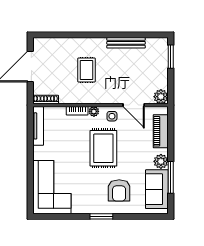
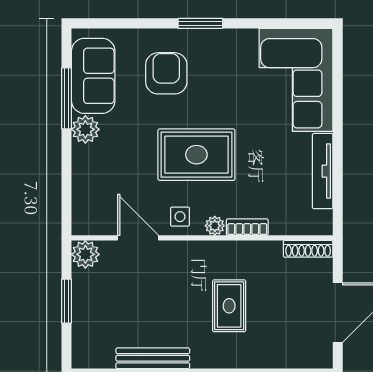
window: (171, 57) -> (67, 301), moved
tv unit: (38, 126) -> (323, 171), moved
piano: (161, 131) -> (86, 188), removed
rug: (103, 148) -> (196, 155), turned 90

